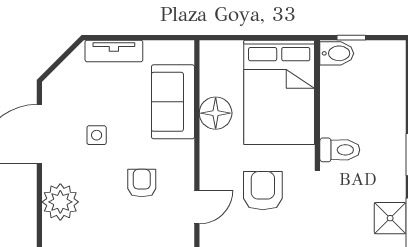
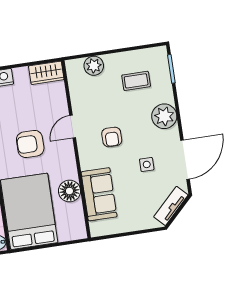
tv unit: (114, 51) -> (171, 206), moved, turned -45
armchair: (263, 191) -> (30, 144), turned 90

